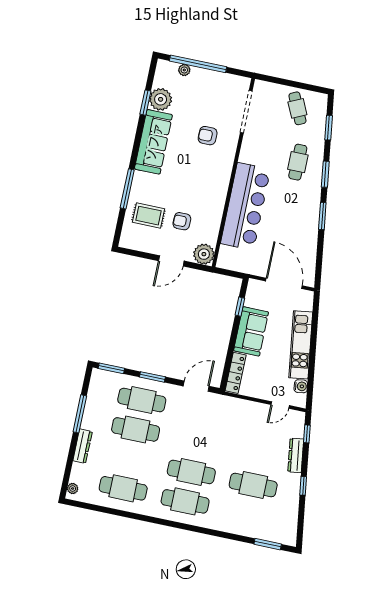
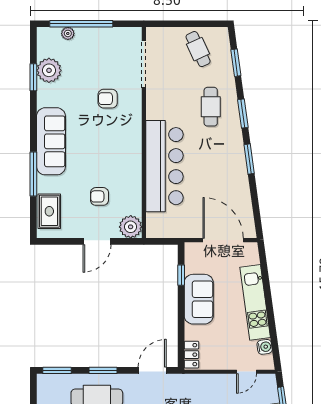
sofa: (153, 142) -> (51, 141), moved
rug: (149, 216) -> (49, 211), moved, turned 90
locker: (236, 373) -> (191, 355), width x0.66

